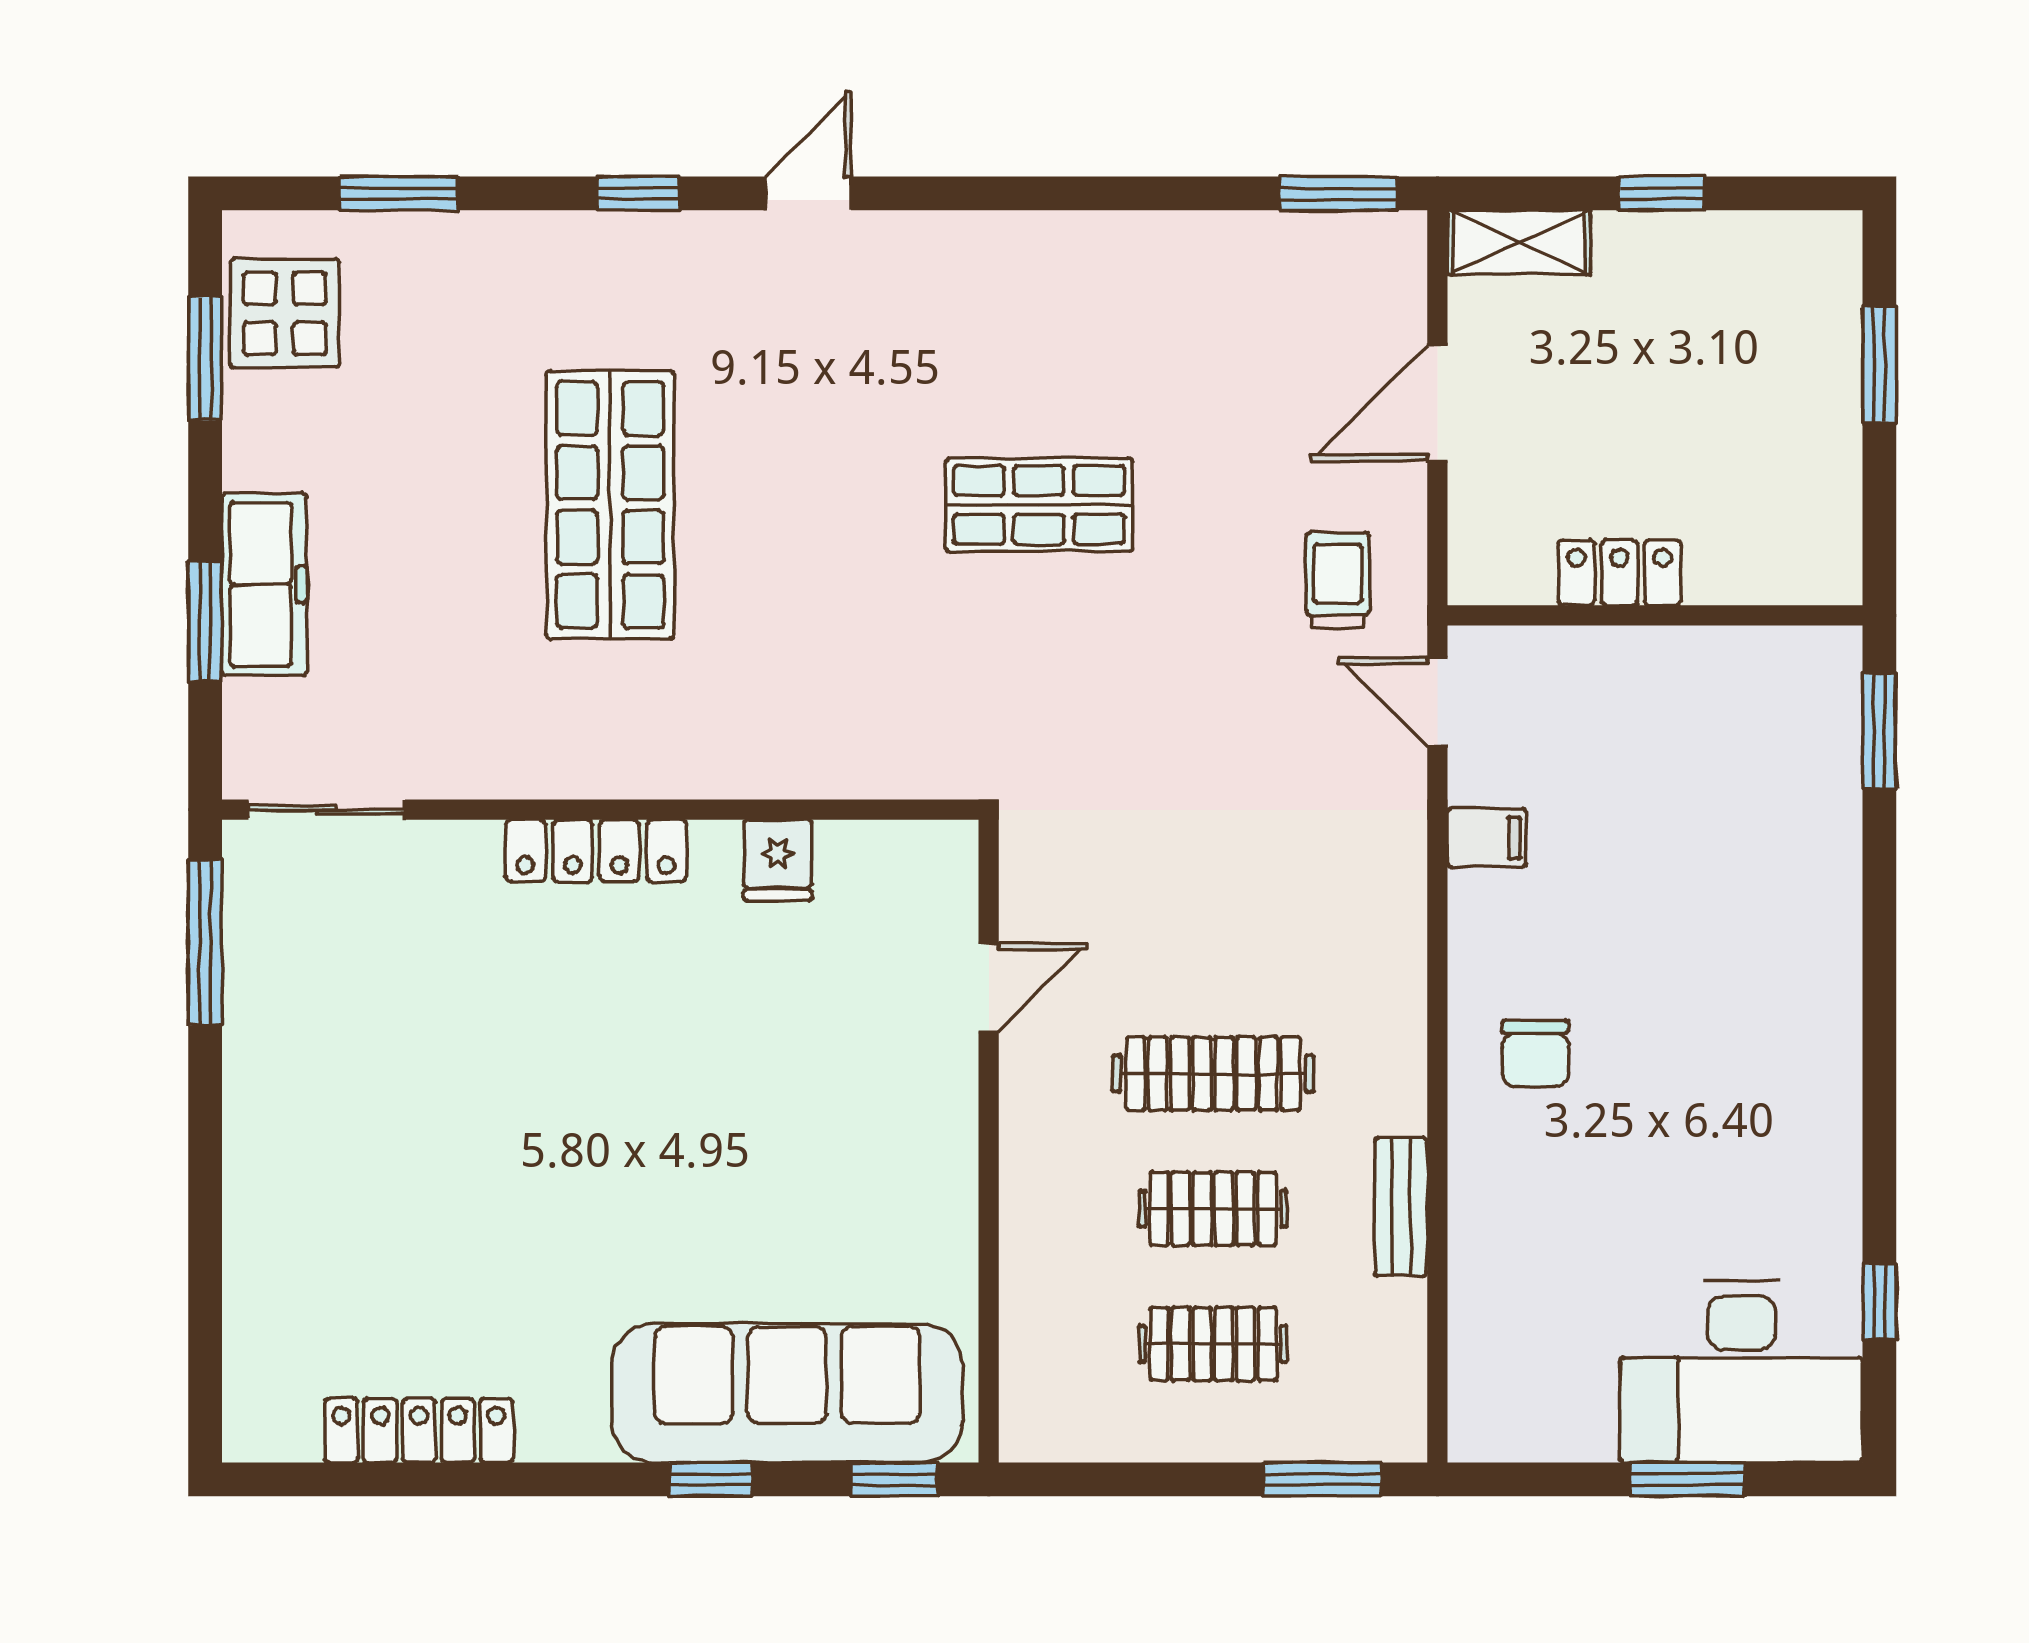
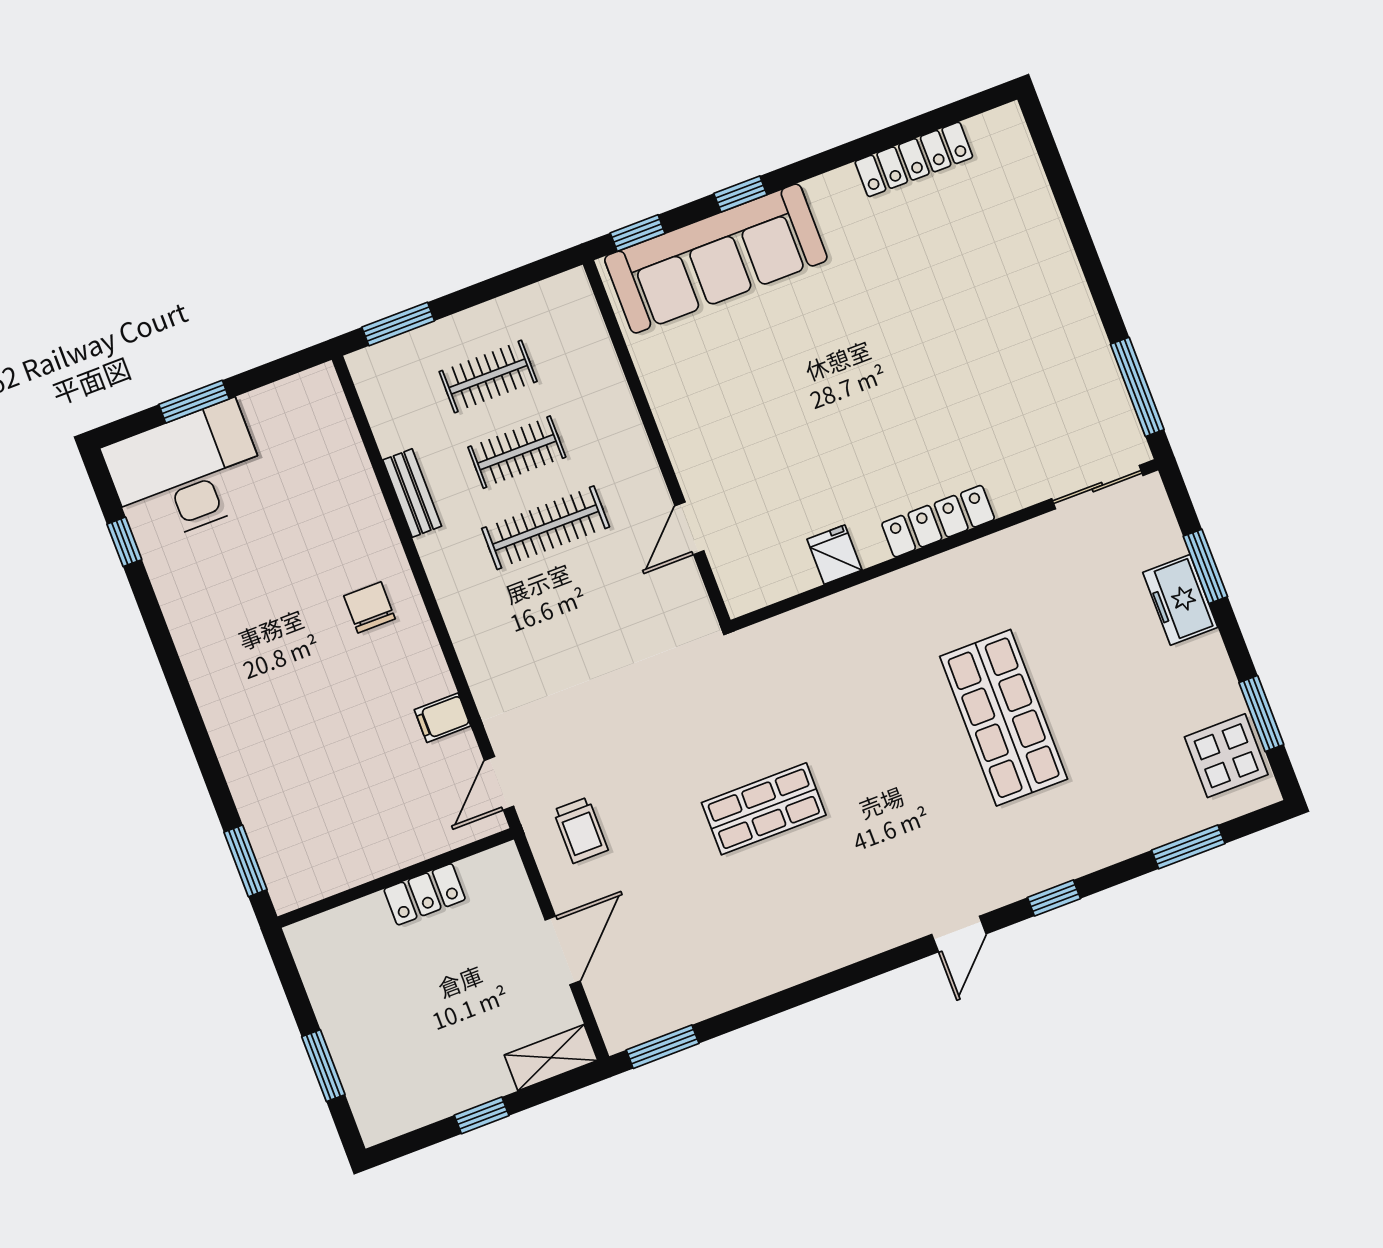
freezer: (264, 584) -> (1180, 600), width x0.71
door: (1437, 702) -> (499, 783), swing flipped

